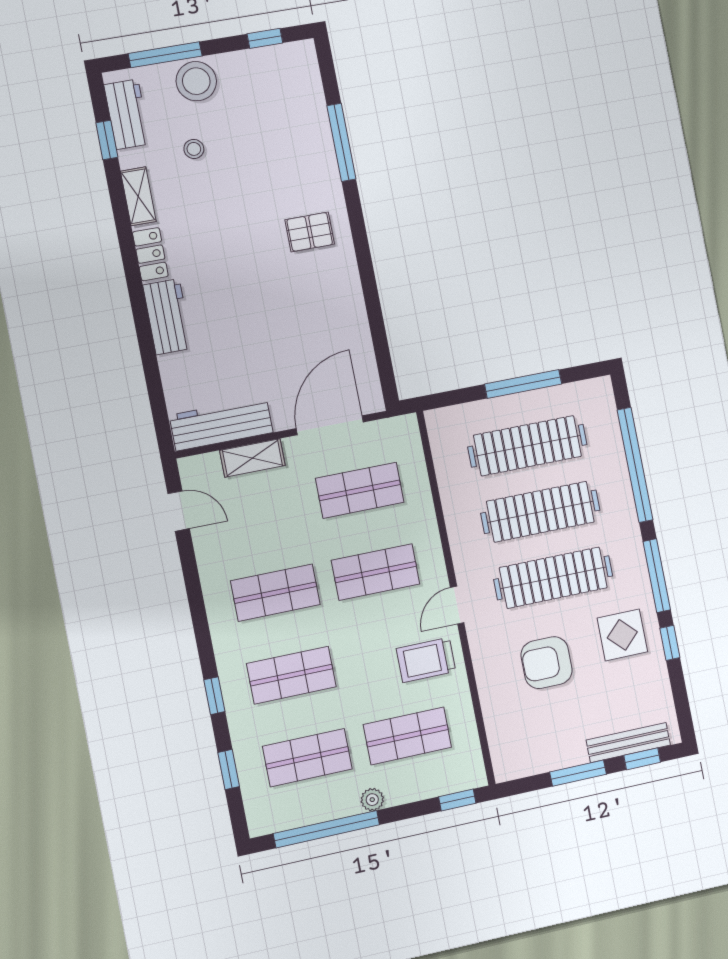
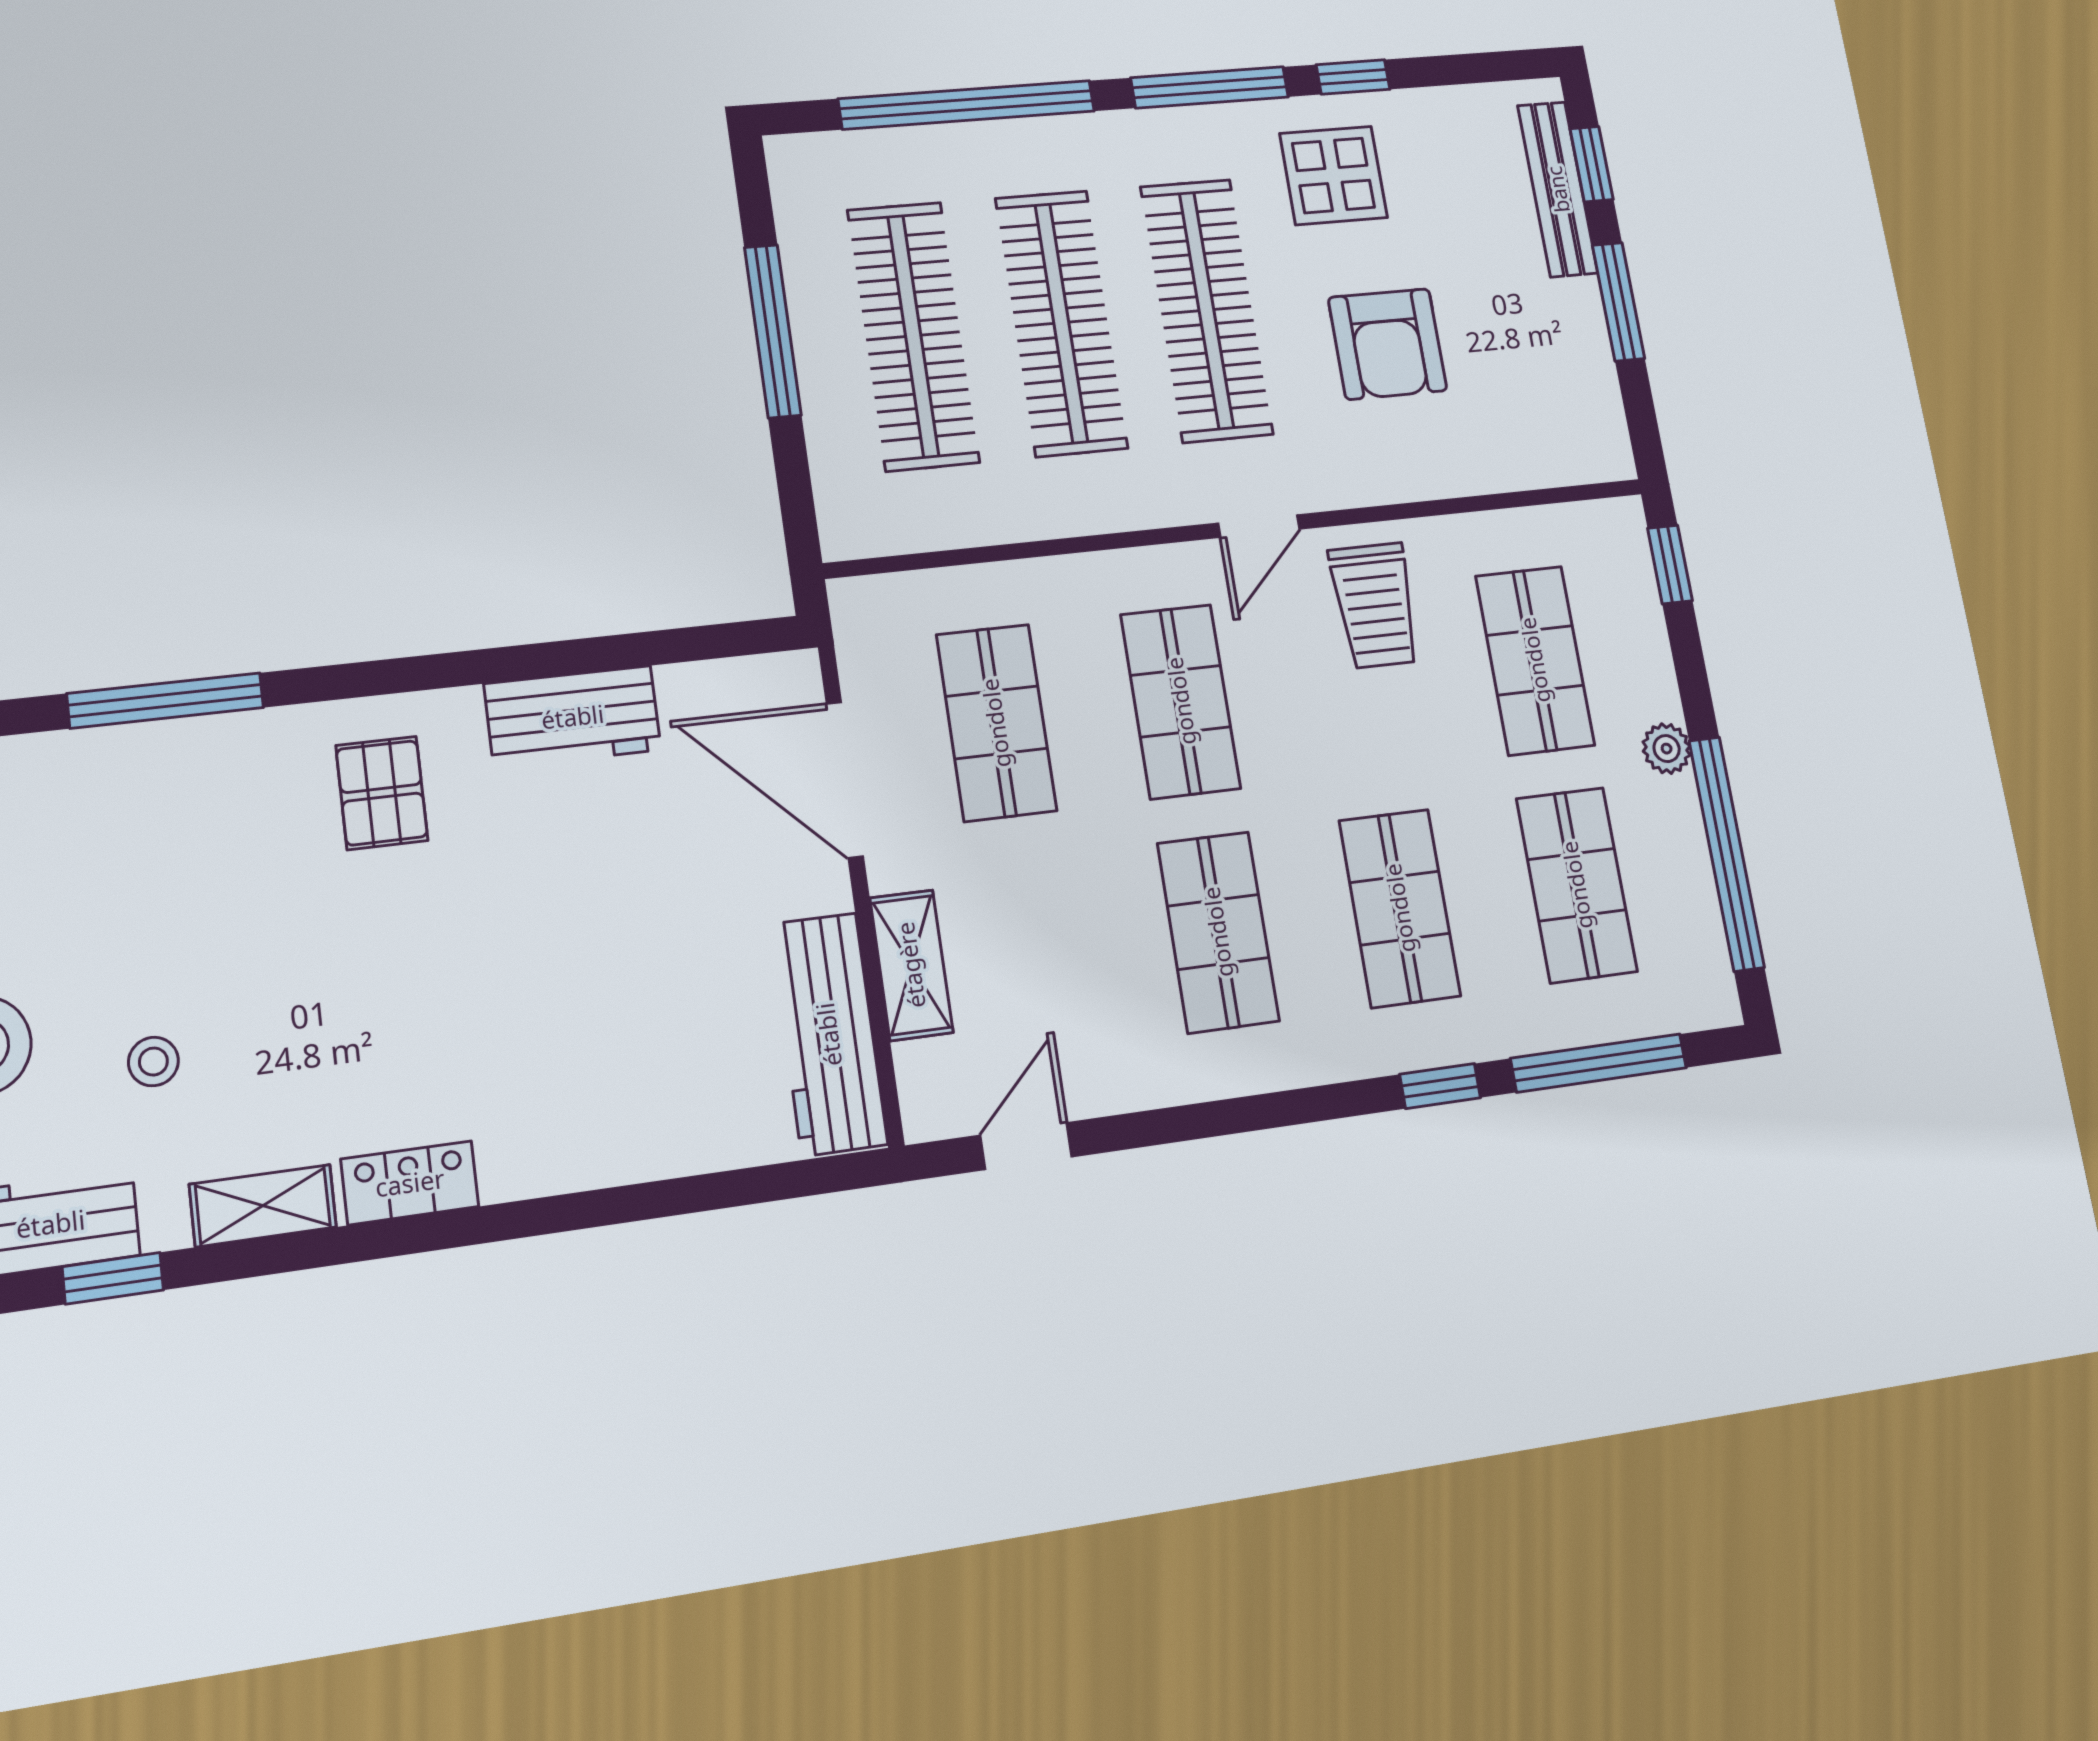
workbench: (168, 317) -> (573, 717), moved, turned 180
door: (457, 605) -> (1259, 526), hinge flipped
window: (229, 769) -> (1599, 1063), width x2.17

